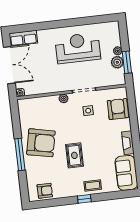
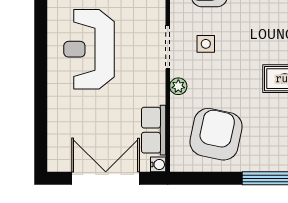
row of seats: (23, 38) -> (154, 130), moved, turned 180
armchair: (41, 143) -> (216, 134), moved

